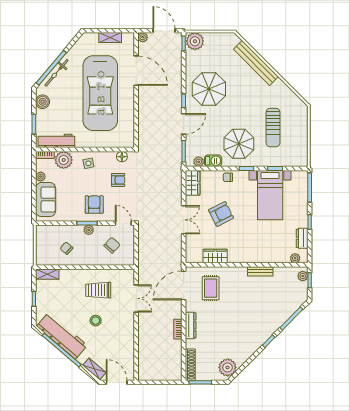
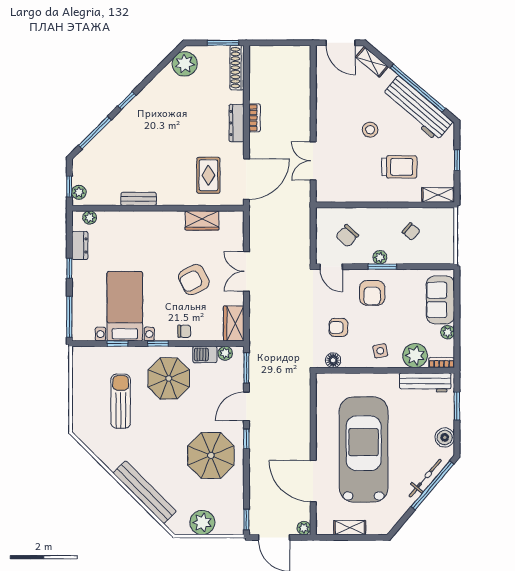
plant: (195, 41) -> (202, 523), moved
trolley: (98, 290) -> (399, 167), moved

